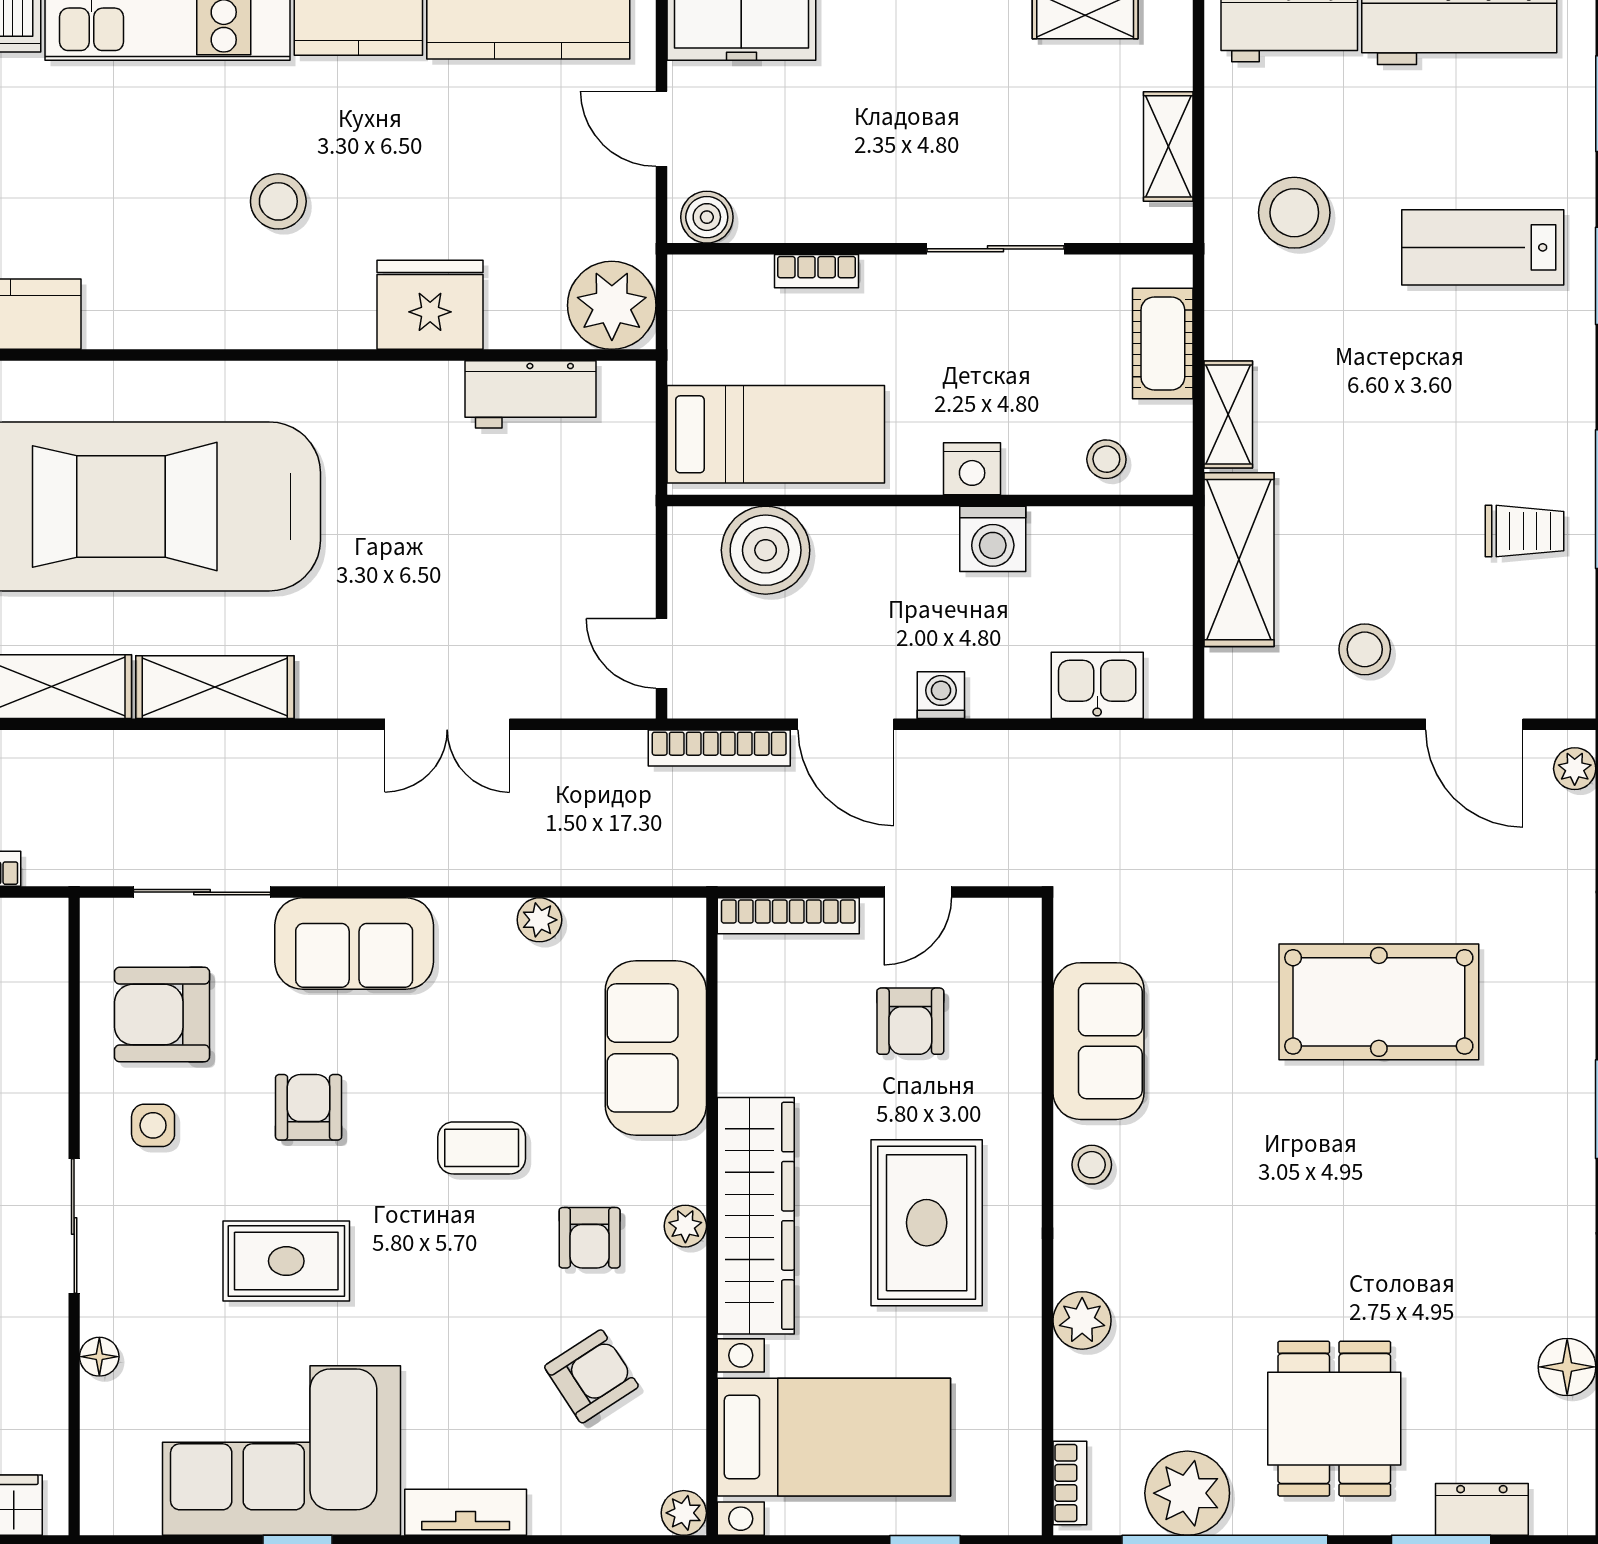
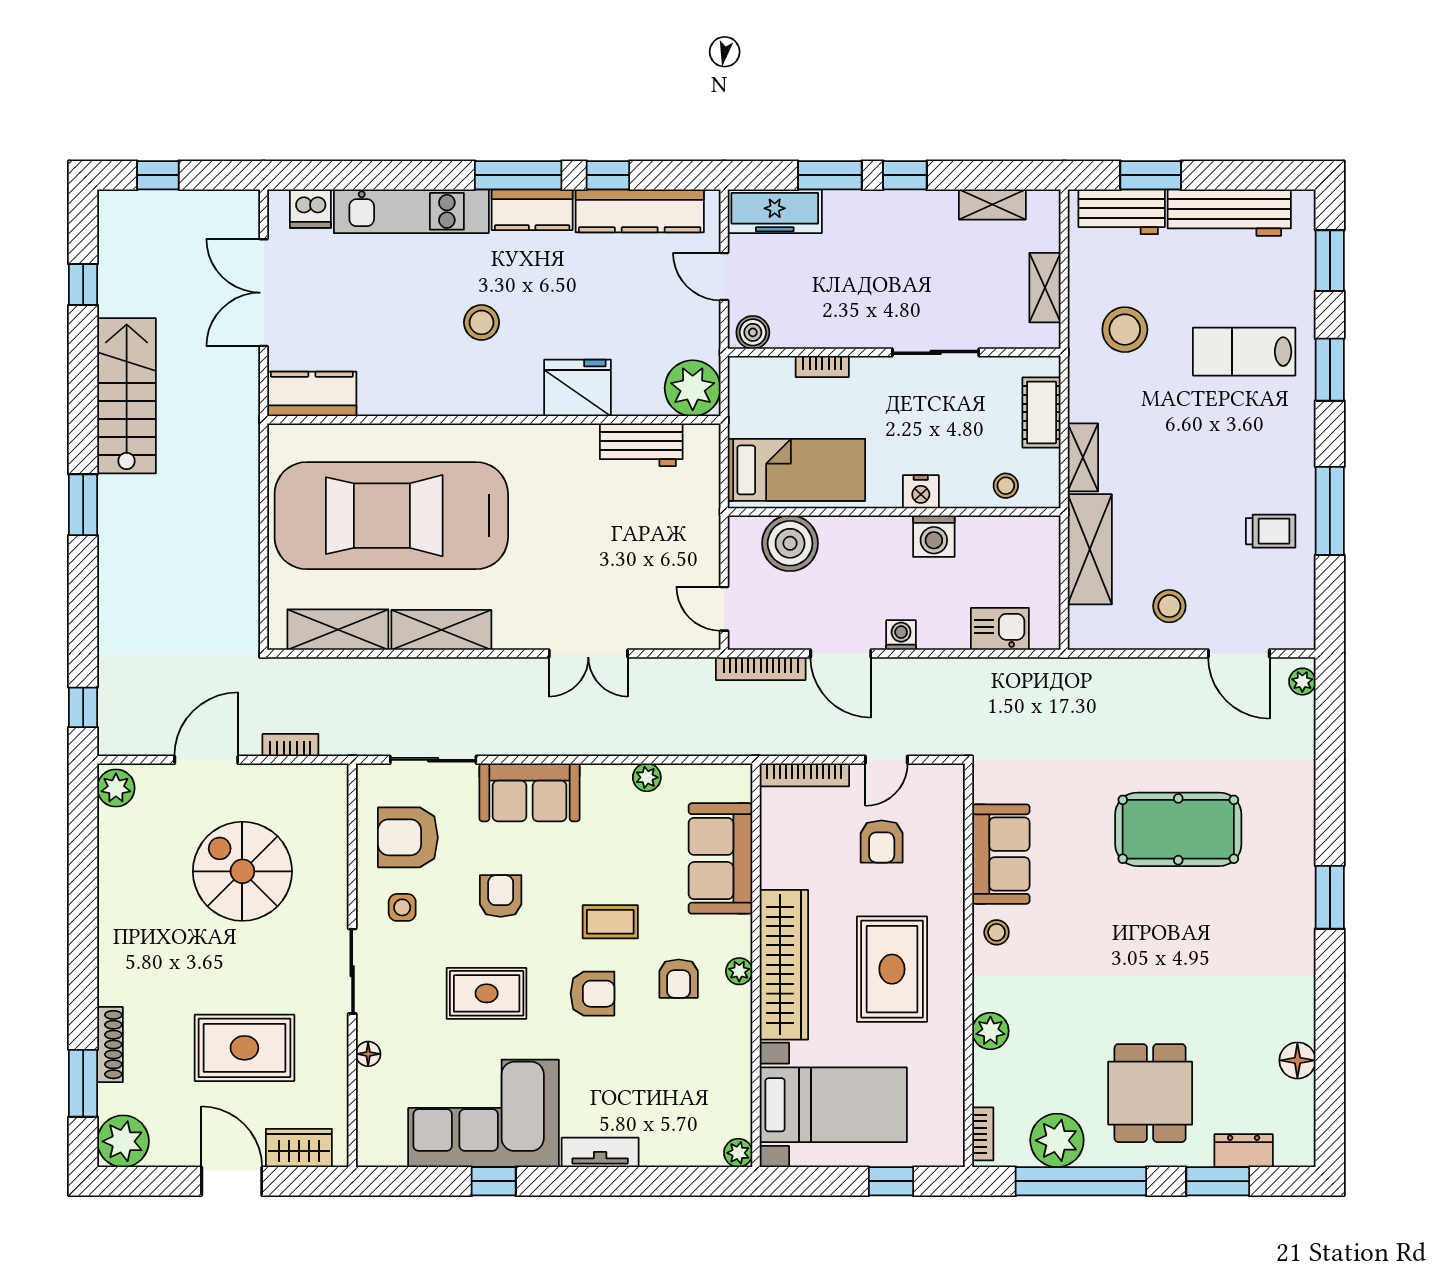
armchair: (591, 1376) -> (592, 994), moved, turned 33

